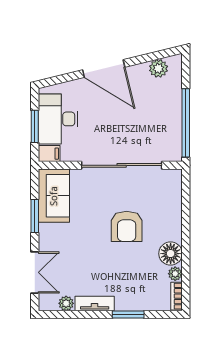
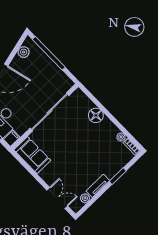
window: (186, 123) -> (49, 53), moved
window: (35, 216) -> (33, 173), removed
armchair: (127, 226) -> (78, 137), removed
floor lamp: (171, 254) -> (96, 115), moved

